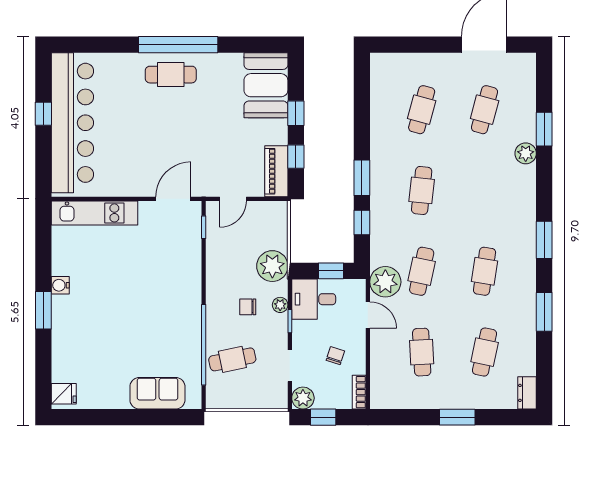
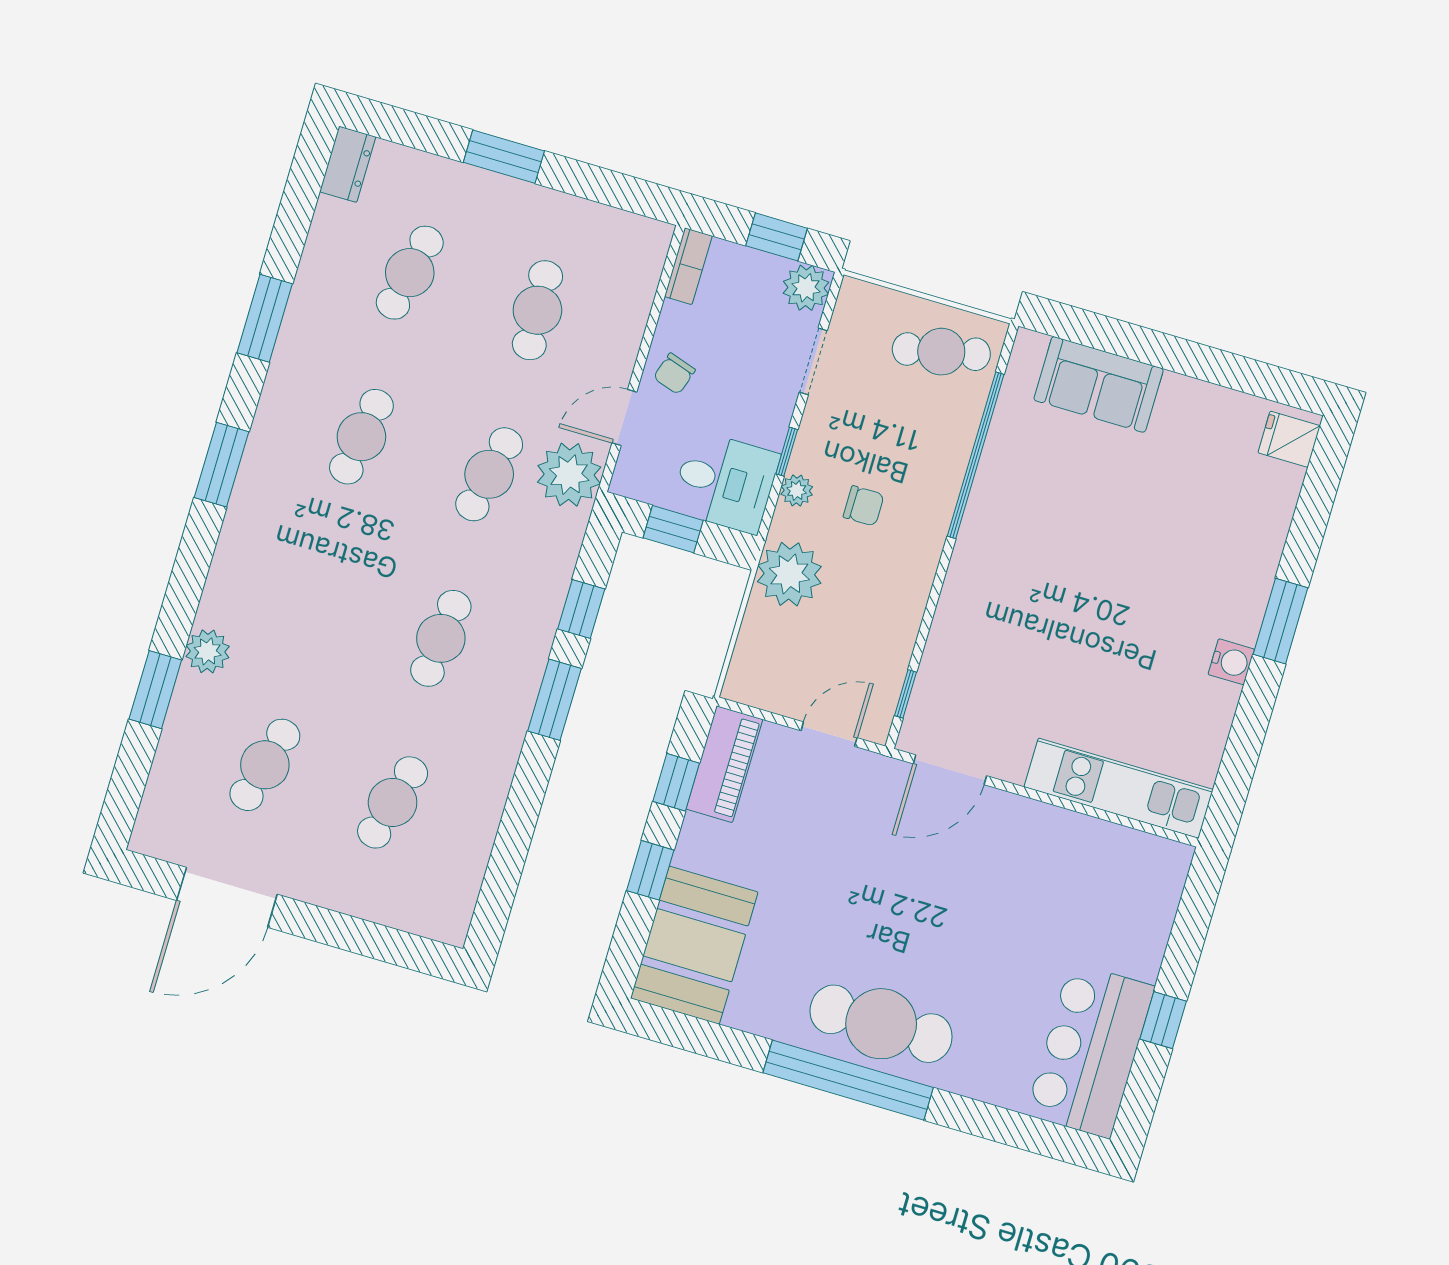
cafe table: (171, 75) -> (881, 1024), width x1.37, depth x1.35
bar counter: (72, 123) -> (1090, 1050), width x0.54
door: (368, 315) -> (624, 418), hinge flipped
chair: (335, 356) -> (674, 374), moved
cafe table: (232, 359) -> (941, 352), moved

